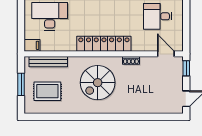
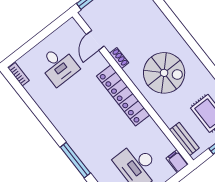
door: (166, 54) -> (95, 40), moved
bench: (48, 62) -> (184, 139), width x0.73

